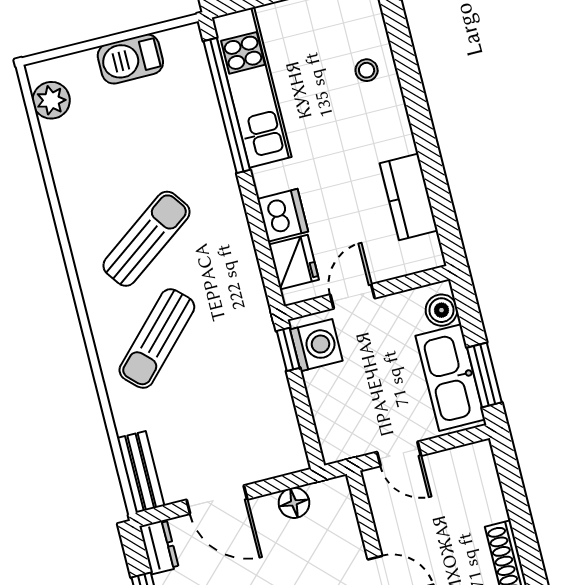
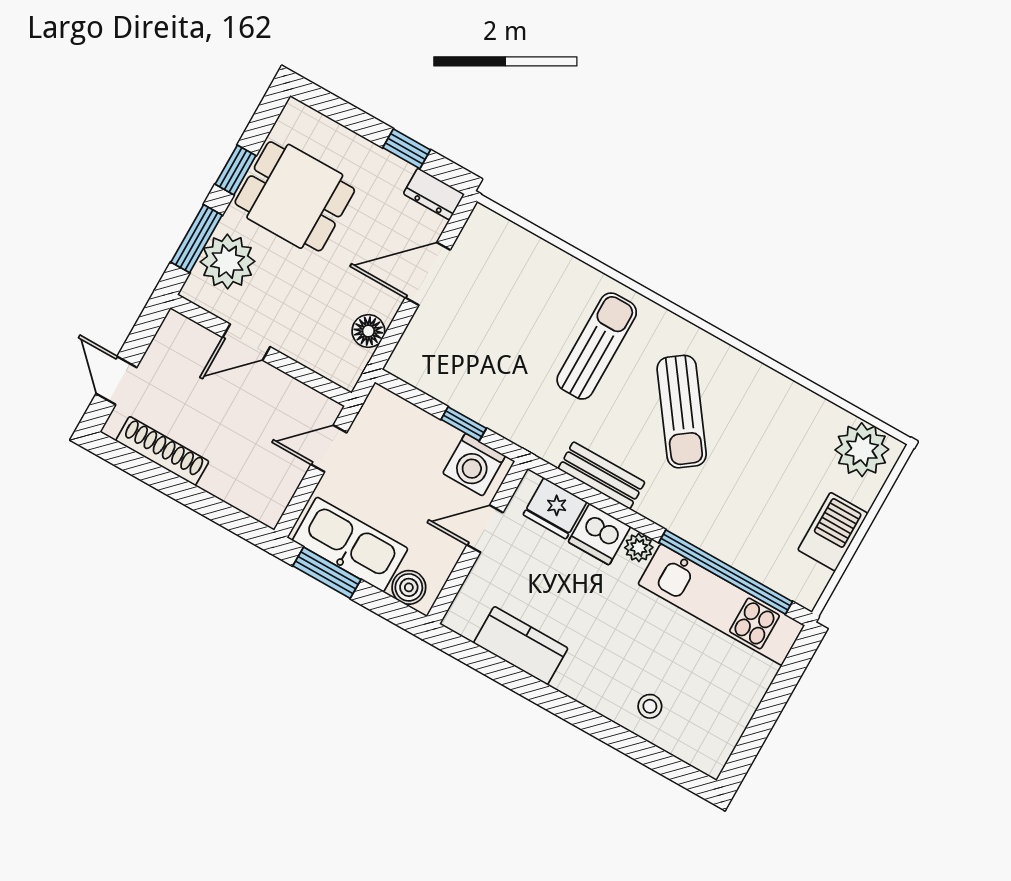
plant: (51, 100) -> (862, 450), width x1.36, depth x1.36
plant: (266, 180) -> (639, 547), added
door: (353, 296) -> (485, 529), swing flipped
sun lounger: (157, 339) -> (597, 346), turned 46
window: (288, 349) -> (464, 424), moved
bench: (141, 472) -> (602, 475), moved

